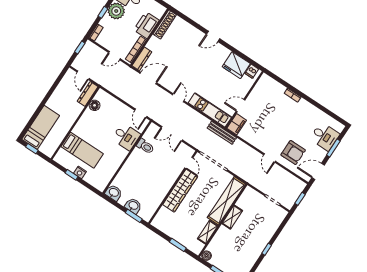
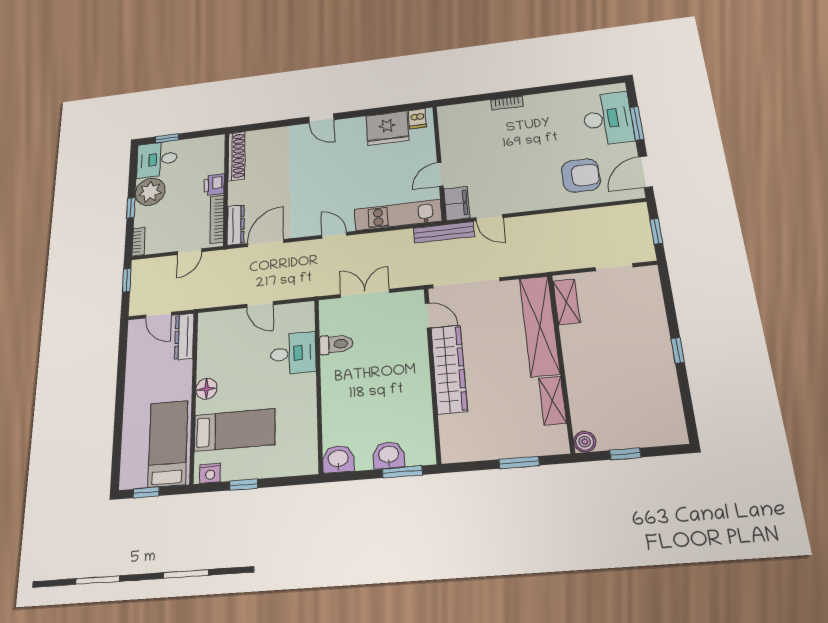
printer: (146, 25) -> (214, 185), width x0.53, depth x0.68
door: (213, 36) -> (321, 118), hinge flipped
floor lamp: (95, 105) -> (206, 389), moved
door: (141, 113) -> (260, 304), moved
bed: (41, 127) -> (168, 444), moved
double door: (172, 134) -> (365, 293), swing flipped
desk: (325, 136) -> (608, 119), width x1.37
door: (270, 158) -> (489, 218), moved
nightstand: (80, 172) -> (210, 473), moved
shelving: (232, 217) -> (567, 302), moved

